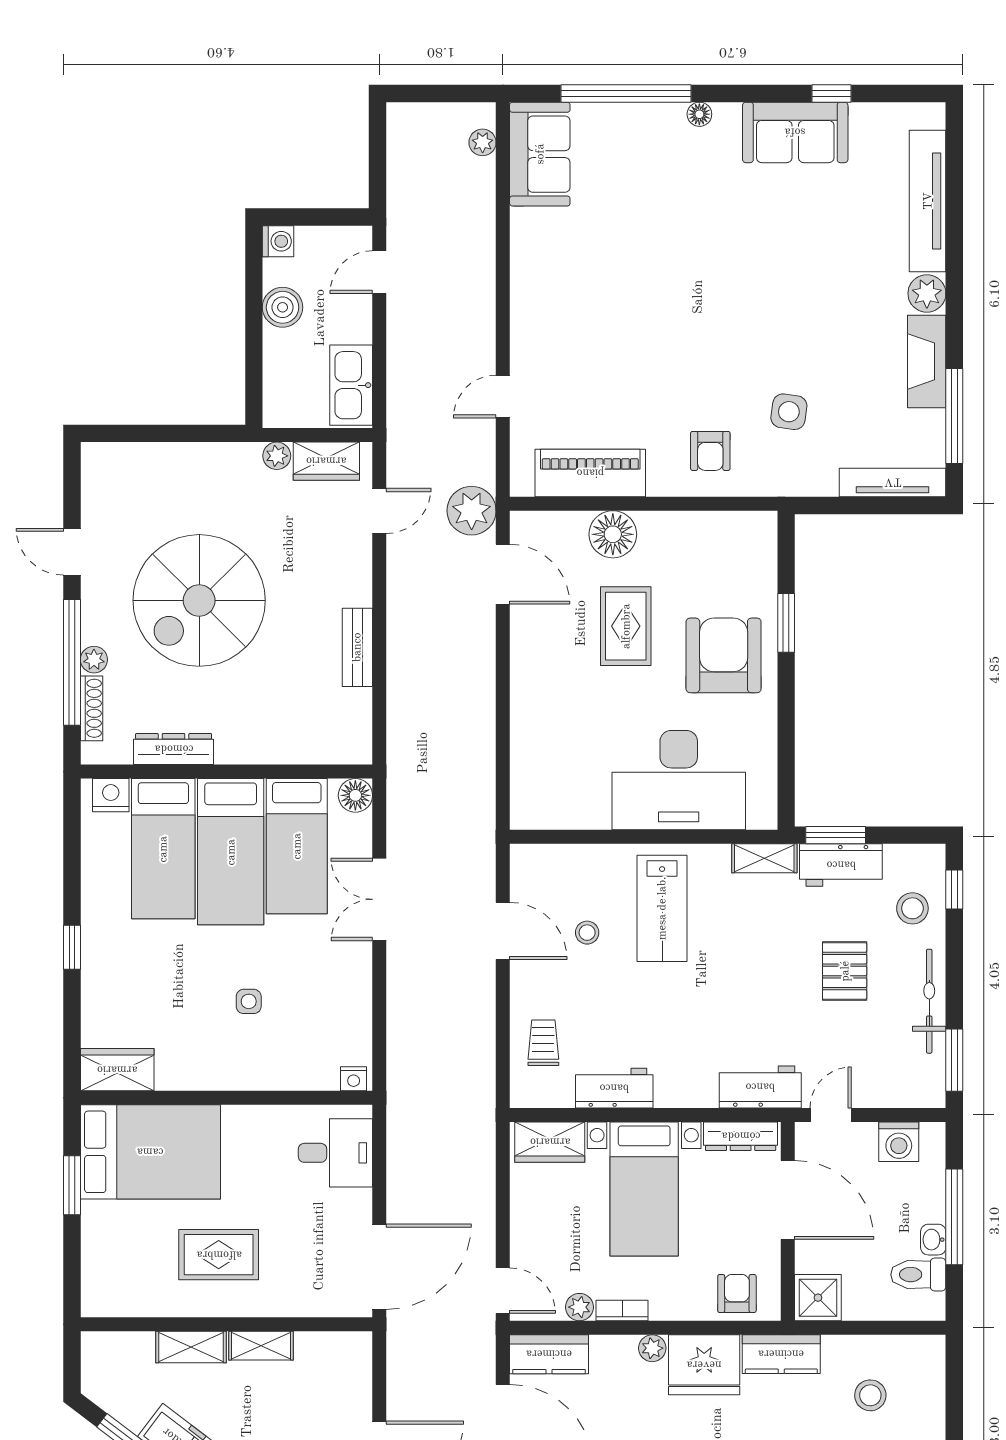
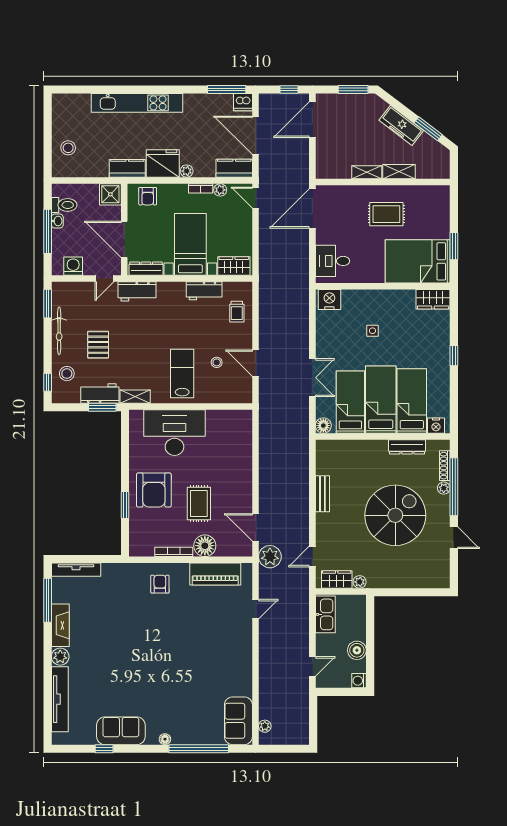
side table: (789, 412) -> (124, 602), removed
bookcase: (680, 521) -> (174, 552), added
nightstand: (354, 1079) -> (329, 300), width x1.89, depth x1.79
stool: (870, 1395) -> (68, 148), moved

